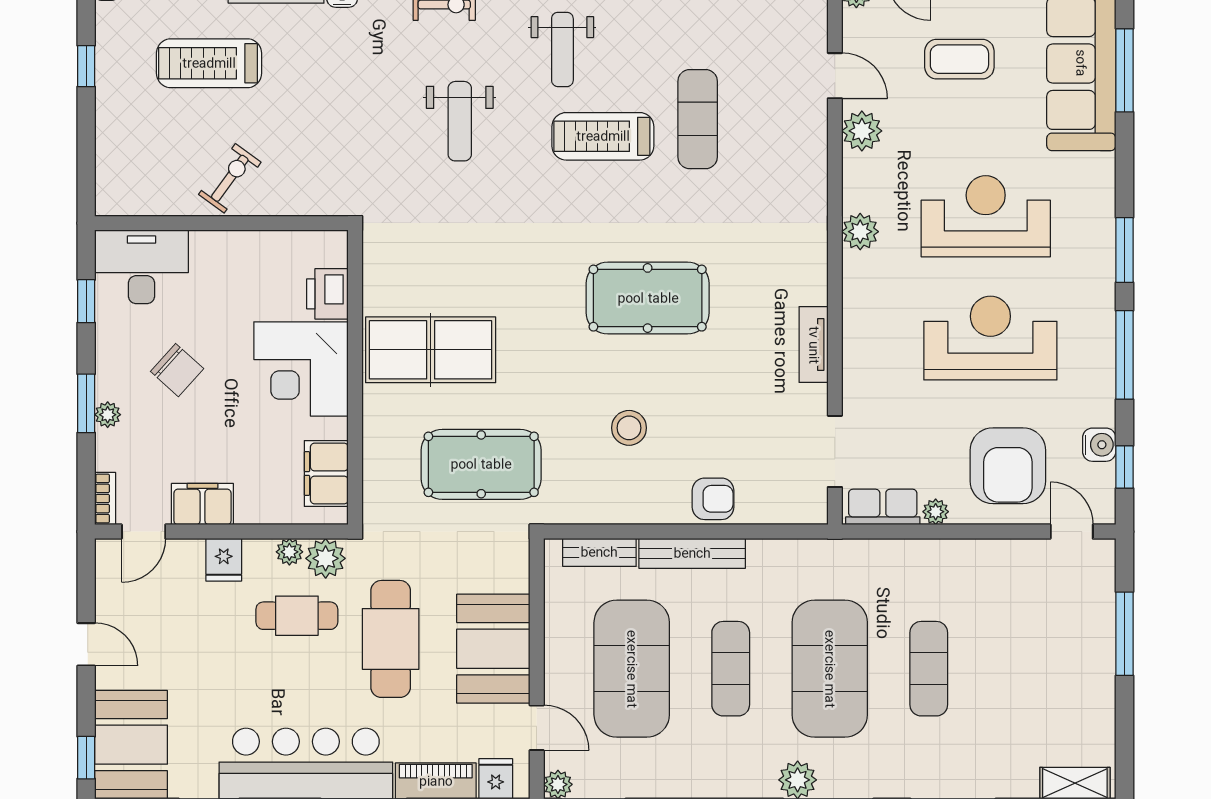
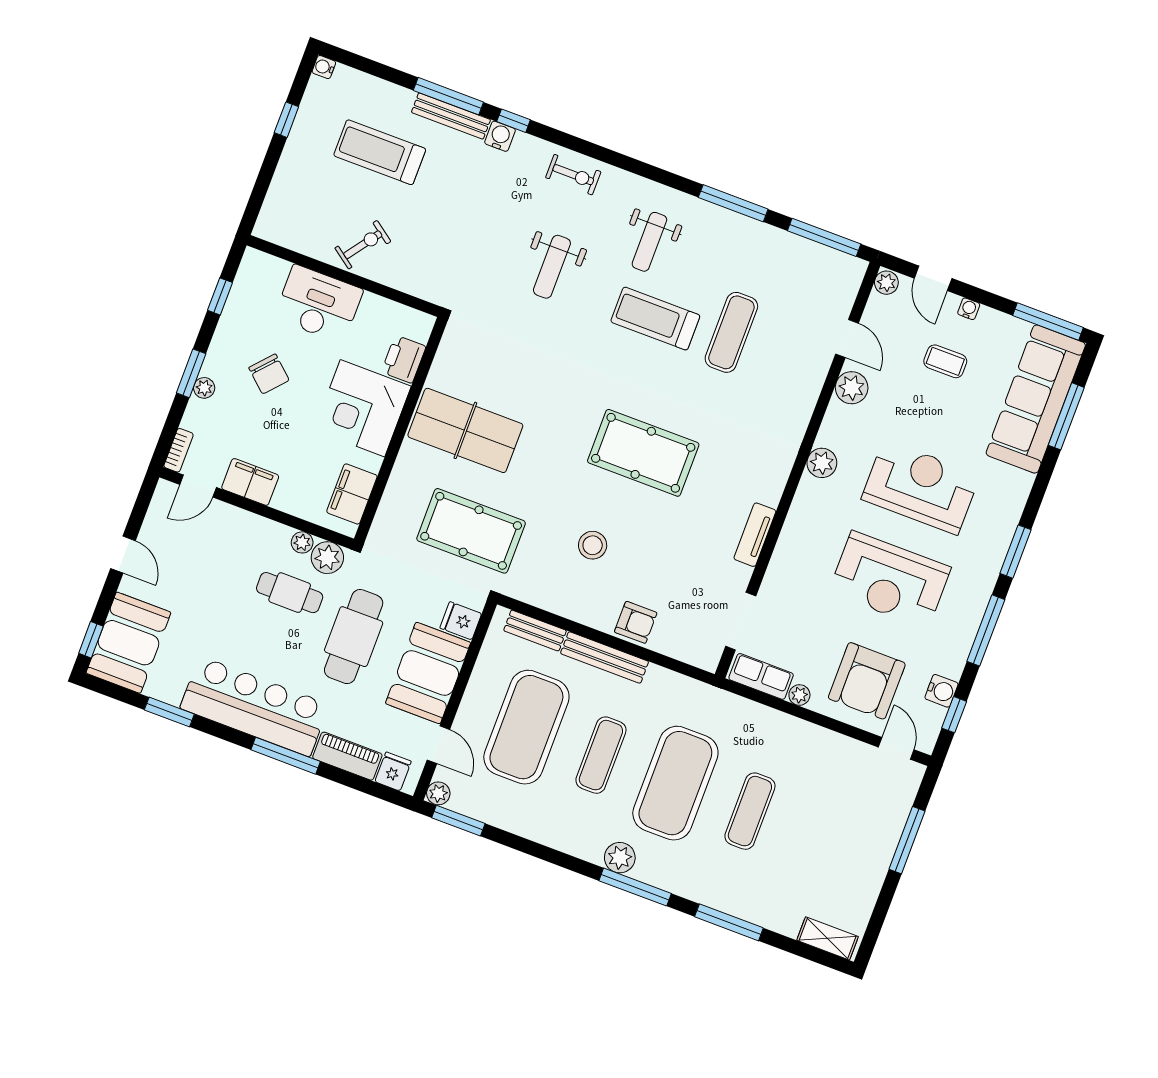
coffee table: (959, 59) -> (945, 361), width x0.73, depth x0.77
desk: (141, 267) -> (318, 304), moved
reception desk: (990, 338) -> (890, 580), turned 180
fridge: (224, 560) -> (461, 621), moved, turned 90

